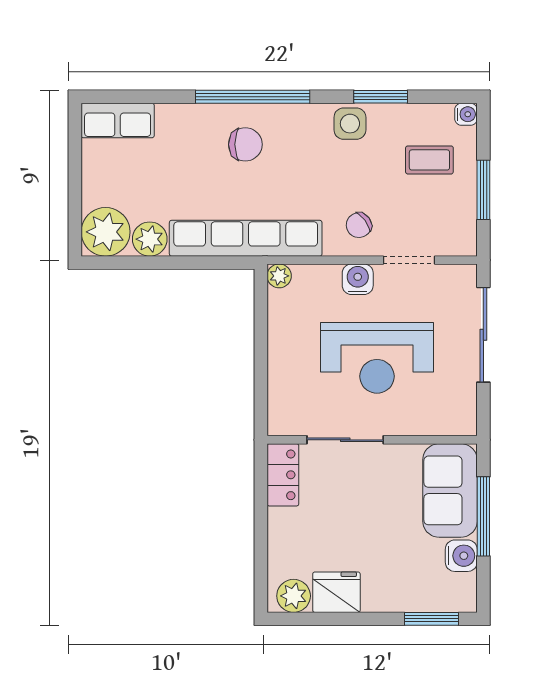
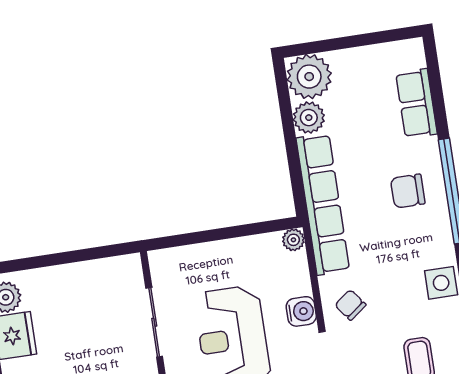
row of seats: (118, 121) -> (416, 103), moved
chair: (245, 144) -> (408, 191), turned 90
locker: (283, 475) -> (114, 271), removed

